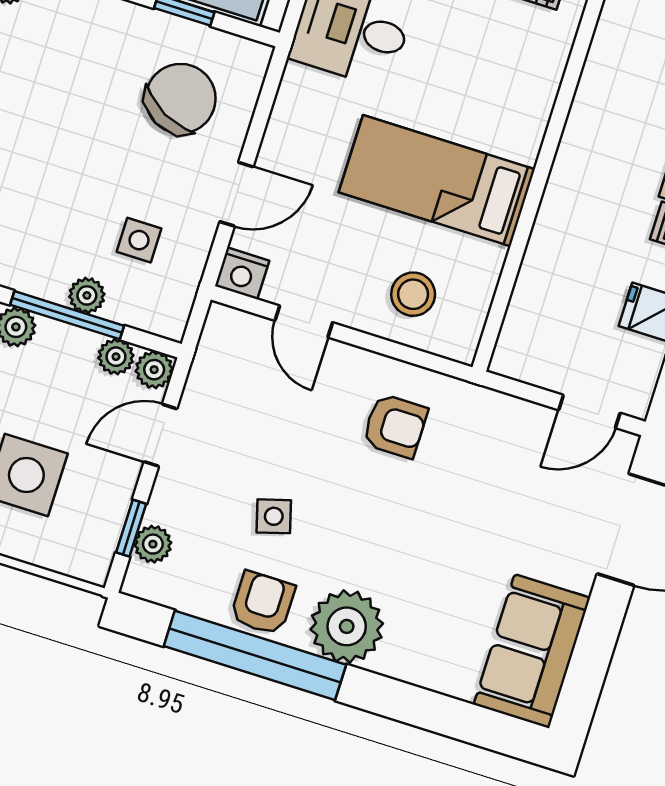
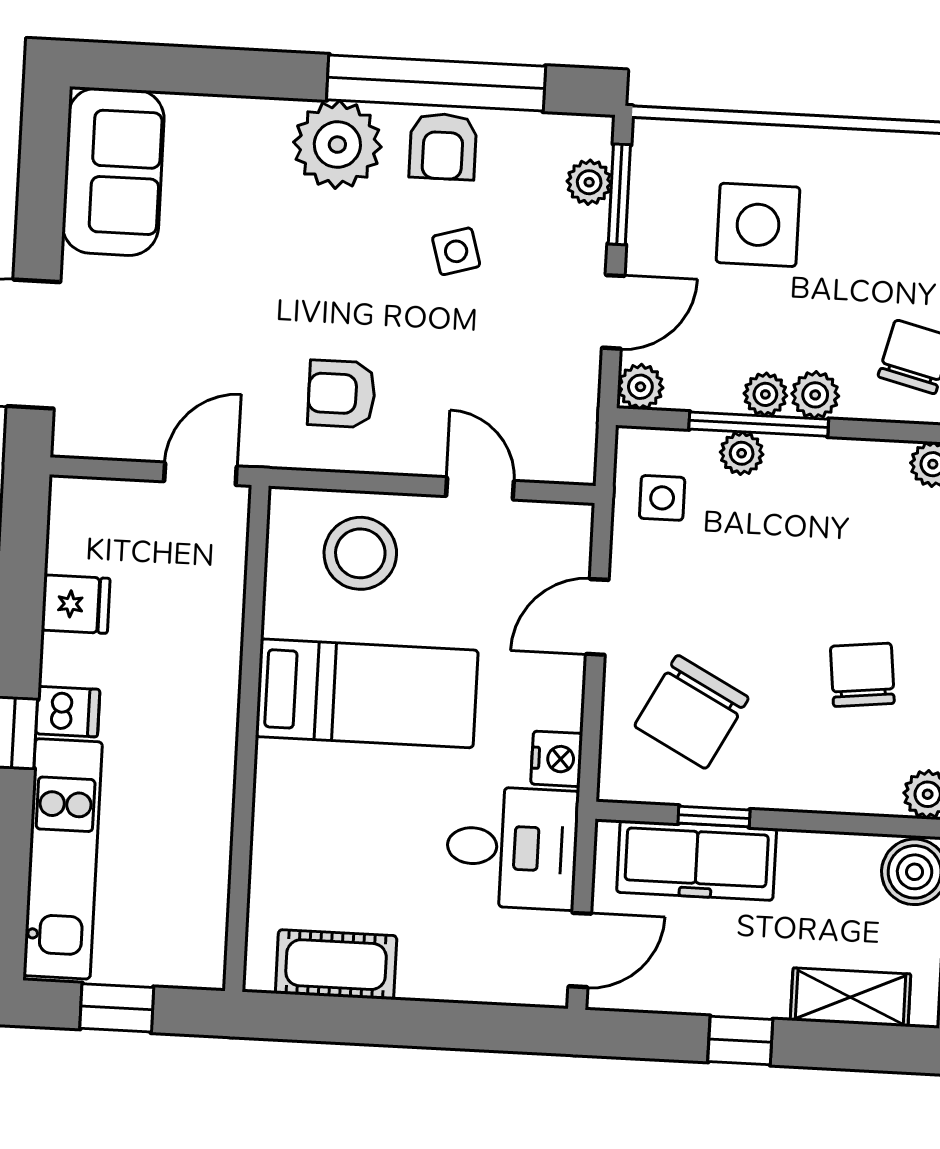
chair: (36, 93) -> (862, 675), added
side table: (139, 240) -> (662, 498), moved
nightstand: (242, 273) -> (557, 759), moved, turned 90
stool: (413, 294) -> (360, 553), width x1.38, depth x1.38
plant: (116, 357) -> (765, 394), moved
door: (589, 411) -> (200, 474), moved
window: (131, 528) -> (619, 194), width x1.50

